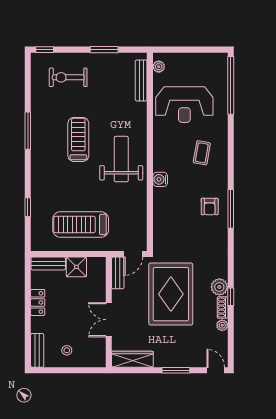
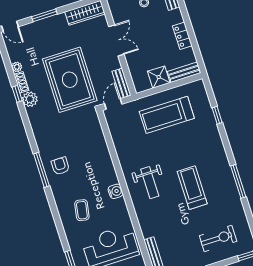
treadmill: (78, 139) -> (192, 188), turned 180
weight bench: (121, 159) -> (150, 183), width x0.73, depth x0.75
water cooler: (160, 179) -> (116, 191), moved
treadmill: (81, 224) -> (167, 115), turned 180

